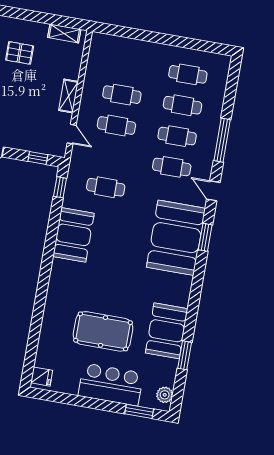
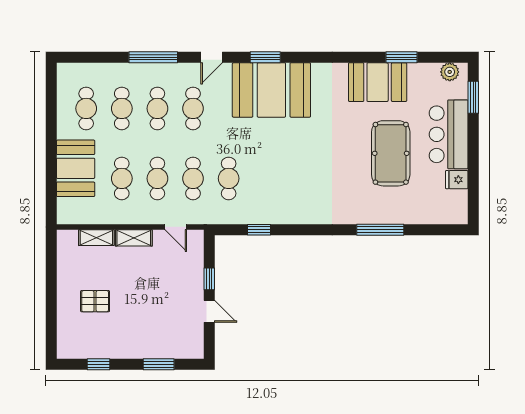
shelving: (64, 33) -> (96, 238), moved, turned 90
pallet: (20, 53) -> (95, 301), turned 90
door: (72, 134) -> (176, 227), swing flipped
cafe table: (111, 156) -> (193, 178), added
window: (38, 158) -> (209, 279), moved
window: (60, 187) -> (259, 230), moved
booth: (73, 235) -> (76, 168), moved, turned 90
window: (38, 311) -> (380, 230), added
fridge: (42, 377) -> (457, 180), moved, turned -90

